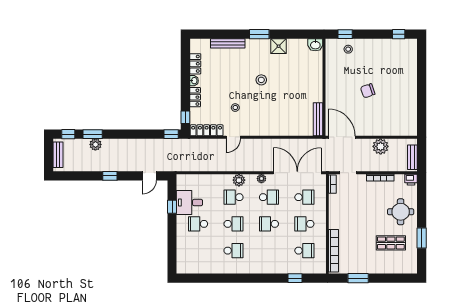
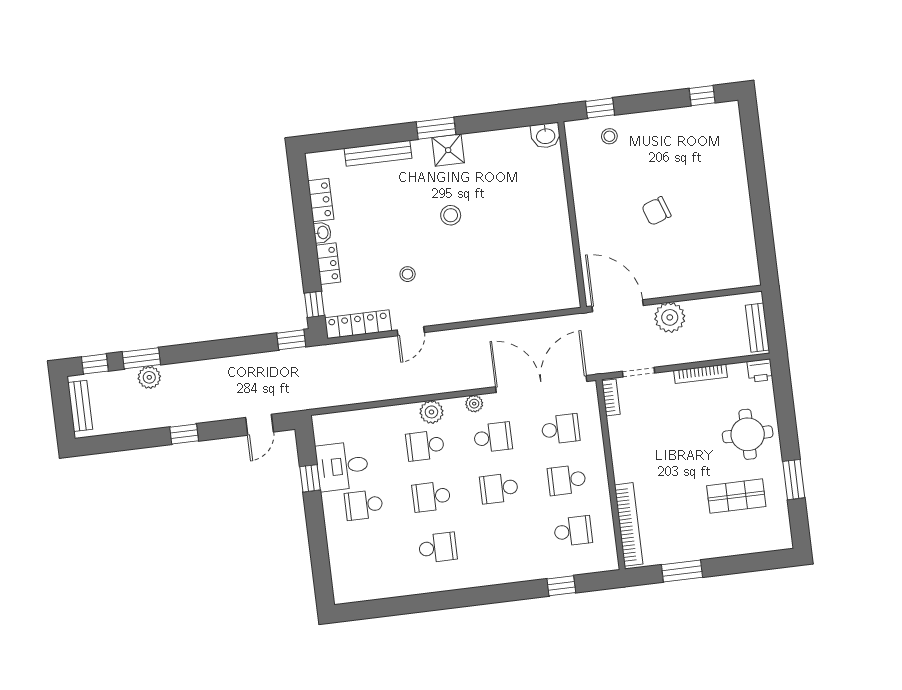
shower: (279, 46) -> (448, 150), moved
bench: (318, 119) -> (568, 277), removed
plant: (381, 146) -> (670, 317), moved
school desk: (234, 224) -> (431, 497), turned 180

